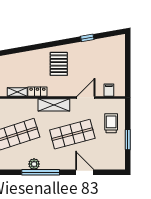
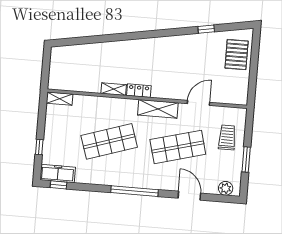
pallet: (59, 64) -> (237, 55), moved
filing cabinet: (109, 90) -> (228, 96), removed
plant: (34, 164) -> (226, 188), moved

